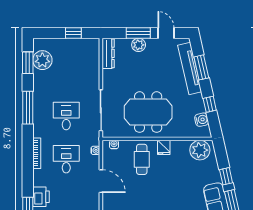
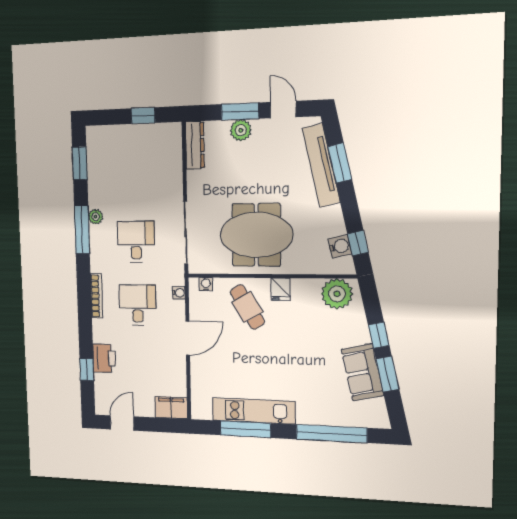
plant: (42, 60) -> (96, 217), moved, width x0.53, depth x0.53
window: (210, 104) -> (358, 243), moved
cafe table: (142, 159) -> (247, 307), turned -31
door: (101, 181) -> (188, 338), hinge flipped

